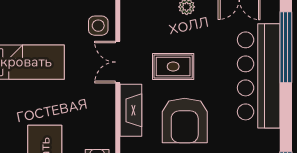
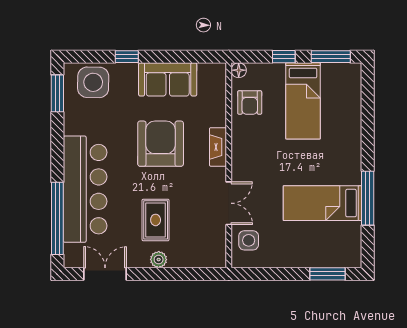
rug: (173, 66) -> (156, 220), moved, turned 90
fireplace: (131, 110) -> (218, 147), width x0.73, depth x0.76

